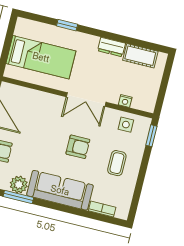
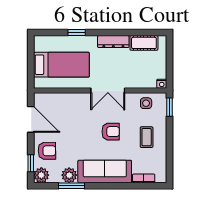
dresser: (112, 47) -> (113, 42), width x1.44
nightstand: (125, 101) -> (162, 84), moved

